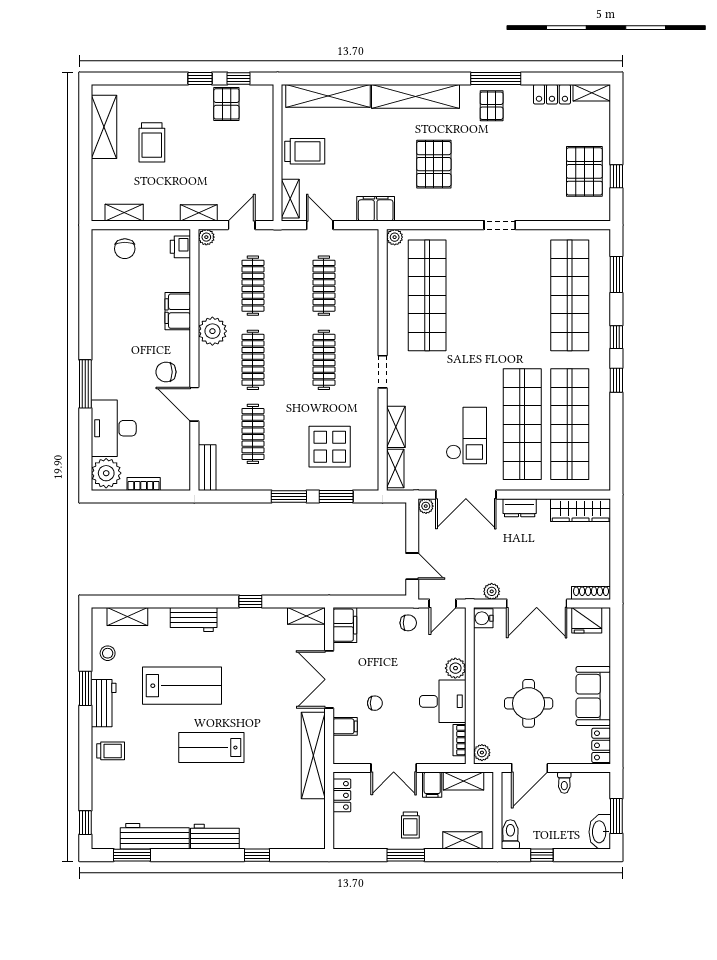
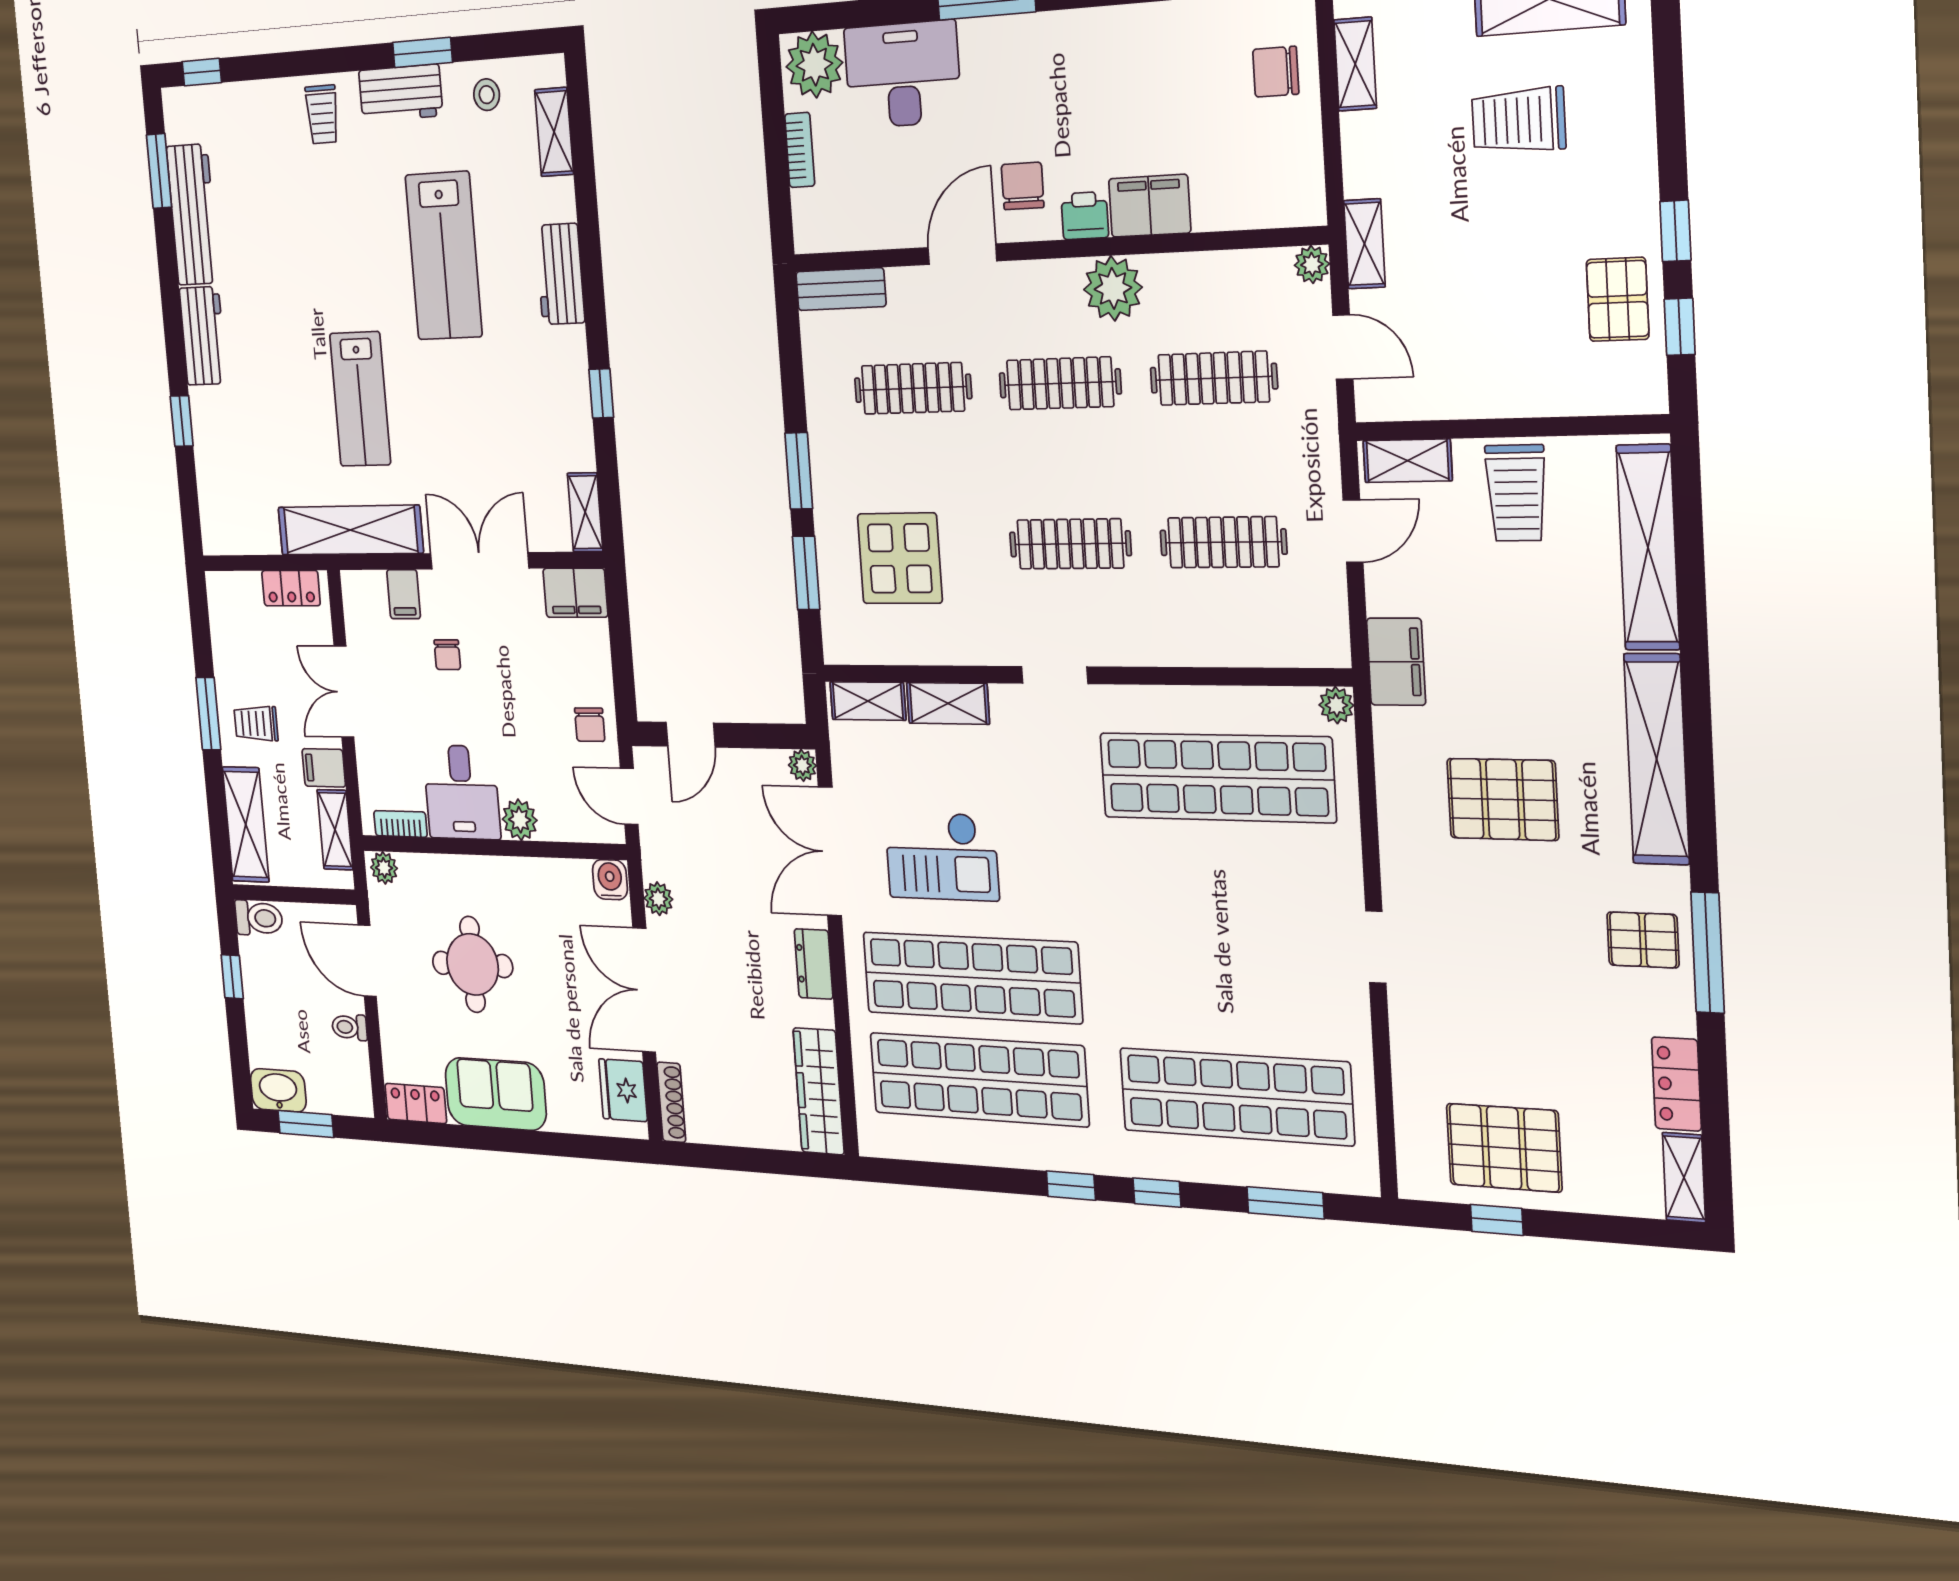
pallet: (226, 104) -> (1618, 299), turned 90
printer: (180, 247) -> (1085, 216), moved
lab bench: (211, 748) -> (360, 399), moved, turned 180
shelving: (462, 840) -> (246, 824), width x1.50, depth x1.33

